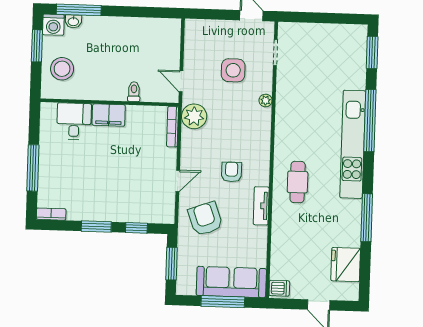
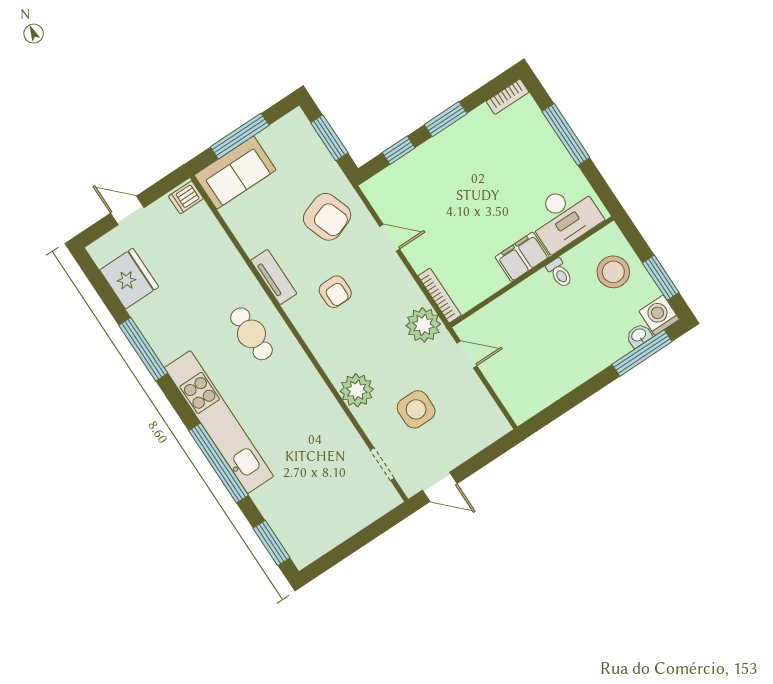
toilet: (134, 92) -> (559, 273), moved
plant: (266, 100) -> (357, 390), width x1.88, depth x1.88
desk: (74, 121) -> (564, 217), width x1.37
door: (178, 181) -> (390, 238), swing flipped
sofa: (231, 282) -> (235, 173), width x0.73

